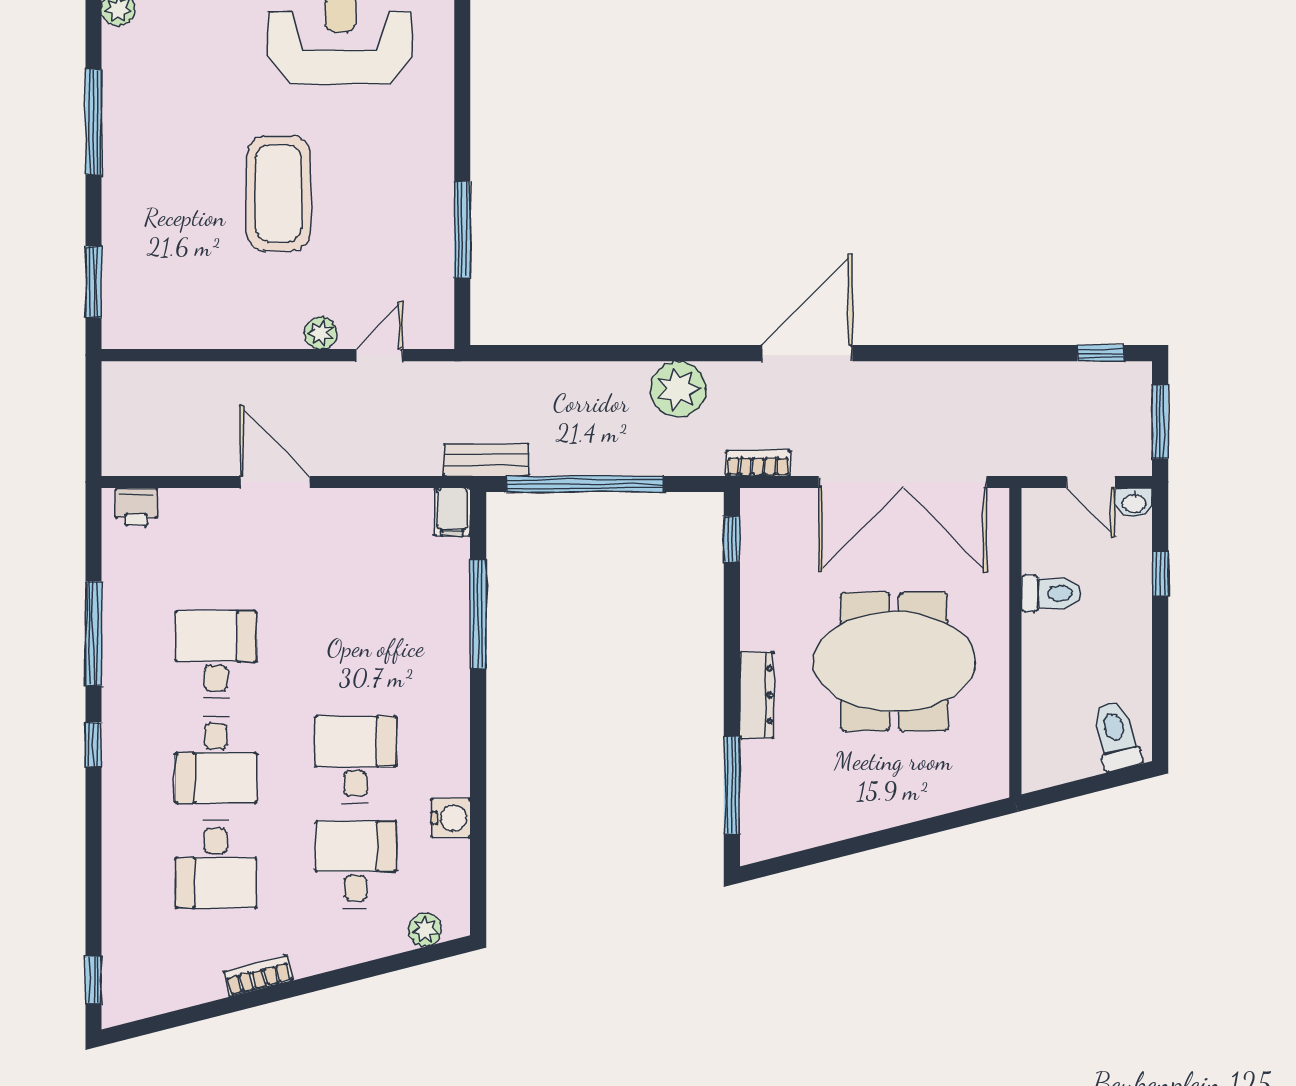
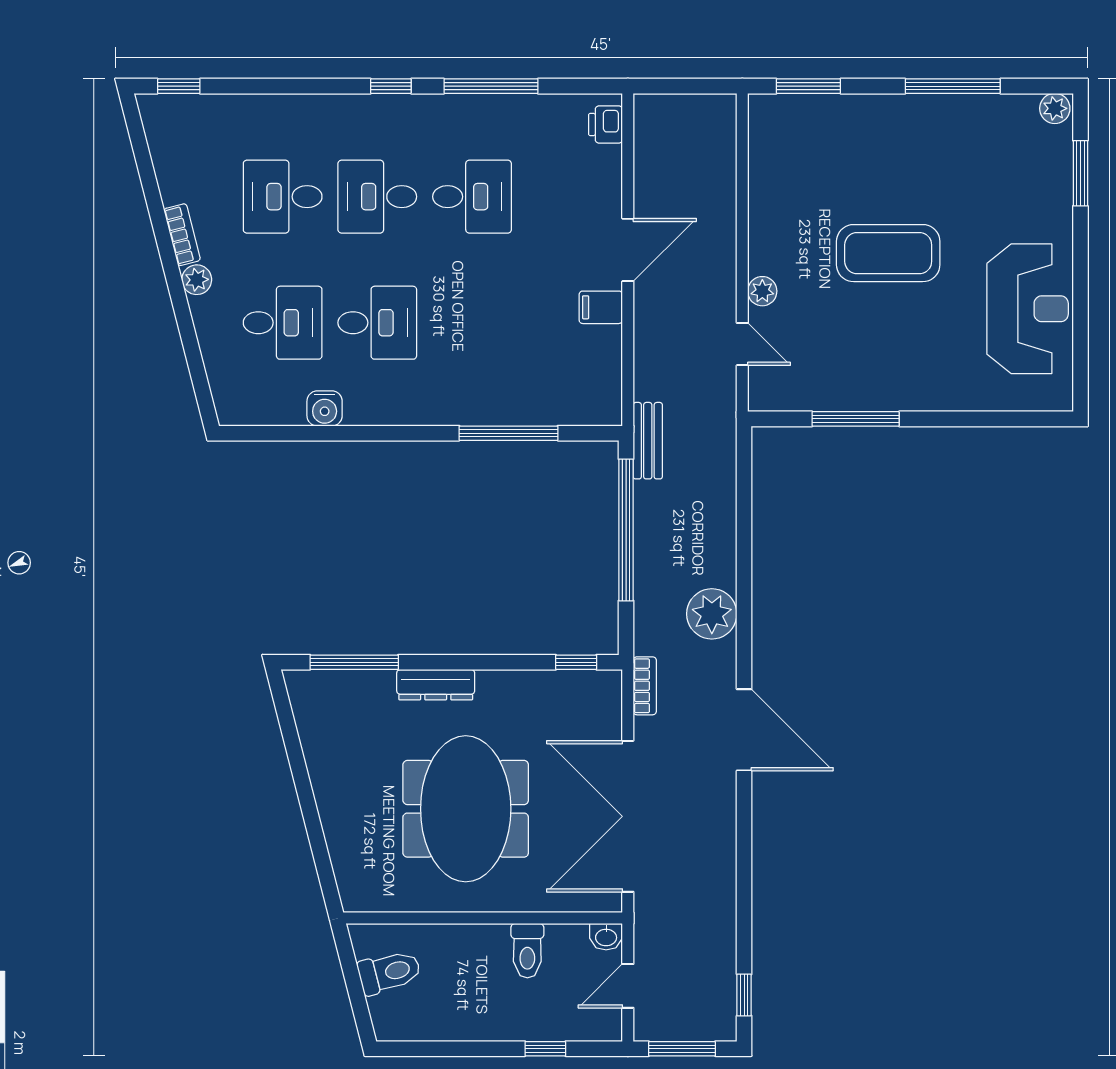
washbasin: (1134, 503) -> (606, 937), moved, turned -90
filing cabinet: (452, 512) -> (601, 307), moved
toilet: (1116, 736) -> (389, 972), moved
plant: (425, 930) -> (197, 280), moved

